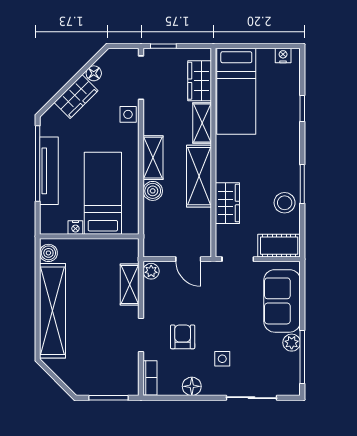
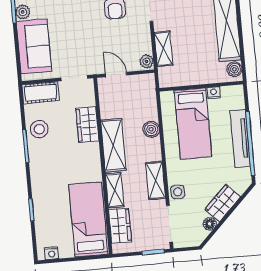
shelving: (153, 158) -> (156, 180), moved

